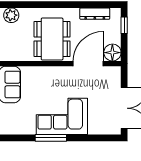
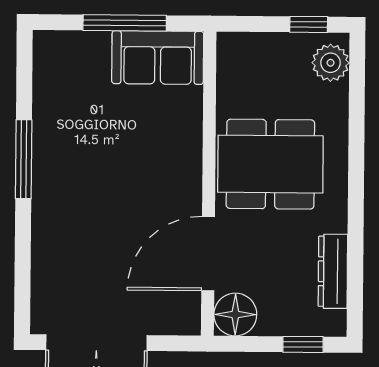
door: (88, 64) -> (208, 254), swing flipped
corner sofa: (62, 116) -> (77, 187), removed

